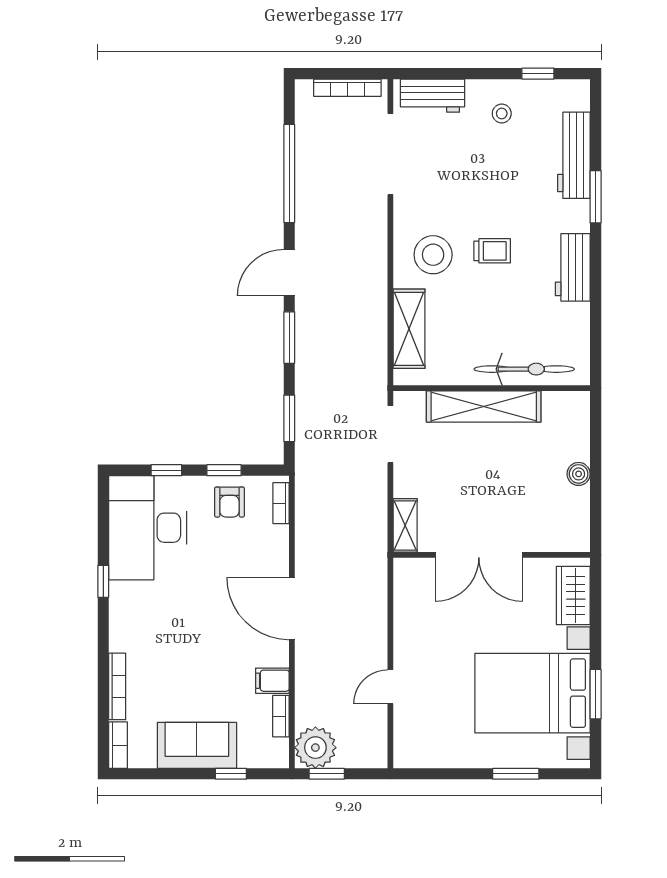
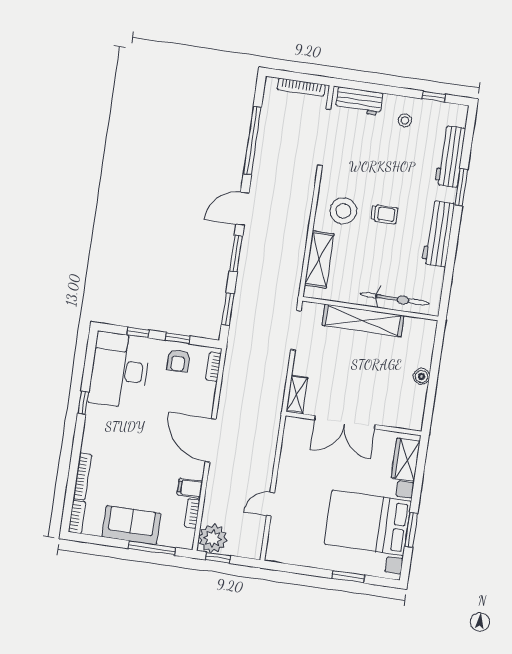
workbench: (573, 267) -> (438, 234), width x1.38
window: (231, 774) -> (152, 548), width x2.17

